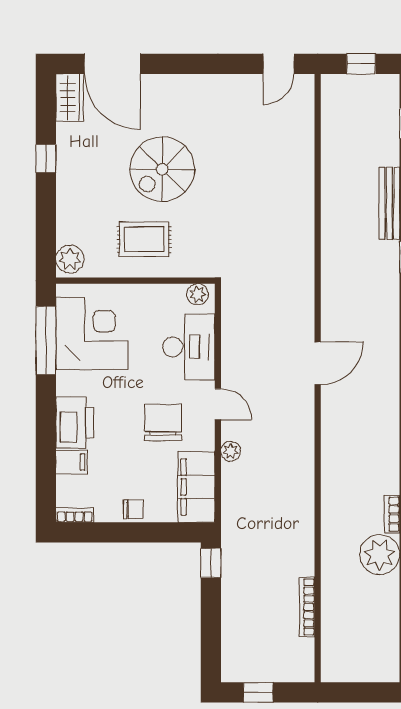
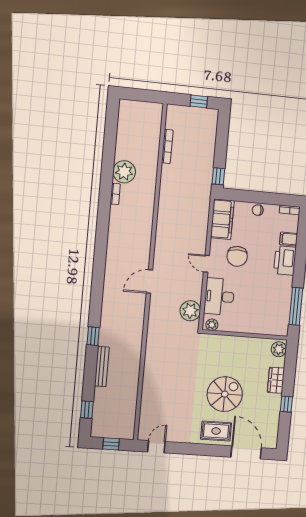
wardrobe: (70, 98) -> (276, 380), moved
rug: (144, 239) -> (216, 431), moved
corner desk: (92, 333) -> (271, 308), removed
plant: (231, 451) -> (190, 311), moved, width x1.88, depth x1.88

